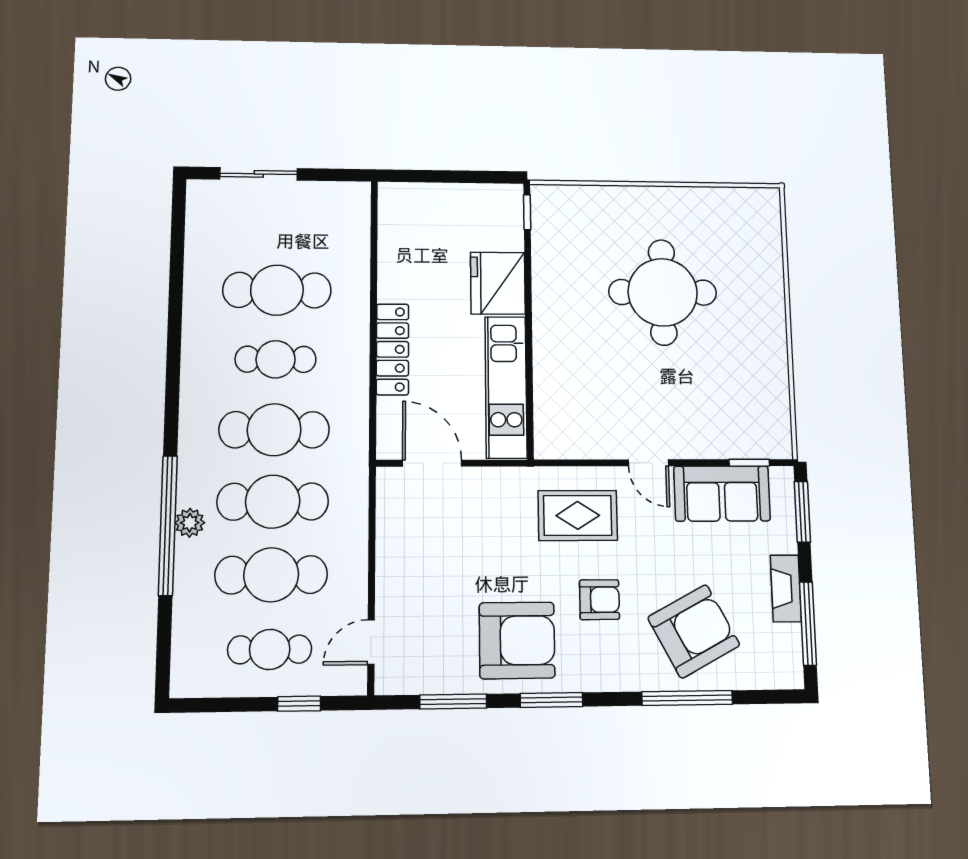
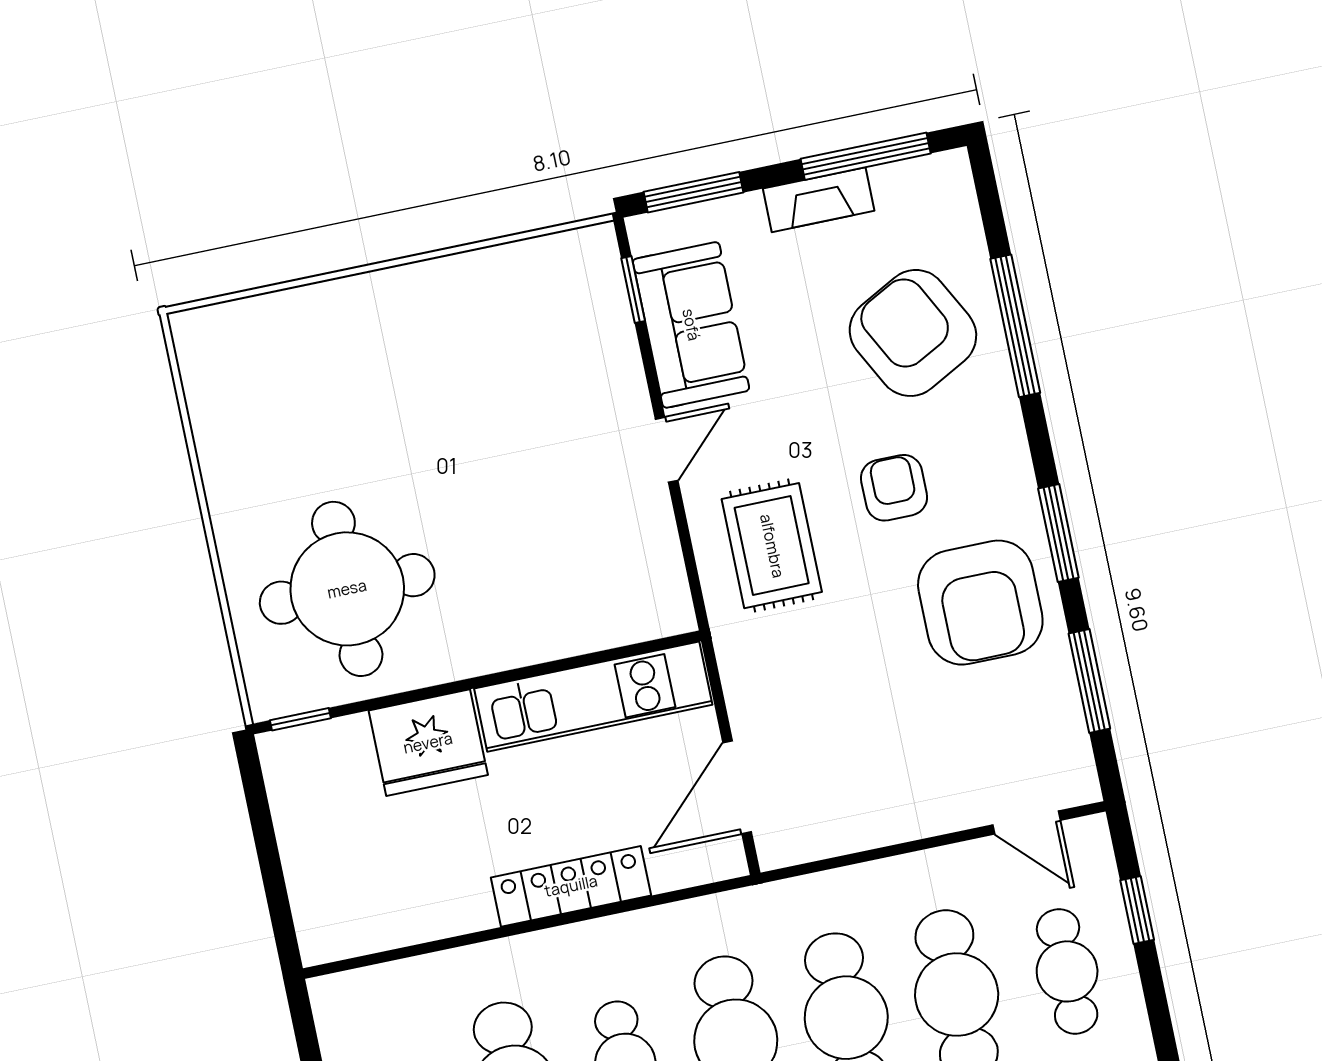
round table: (663, 292) -> (347, 589), moved
armchair: (517, 640) -> (980, 603), turned 180

